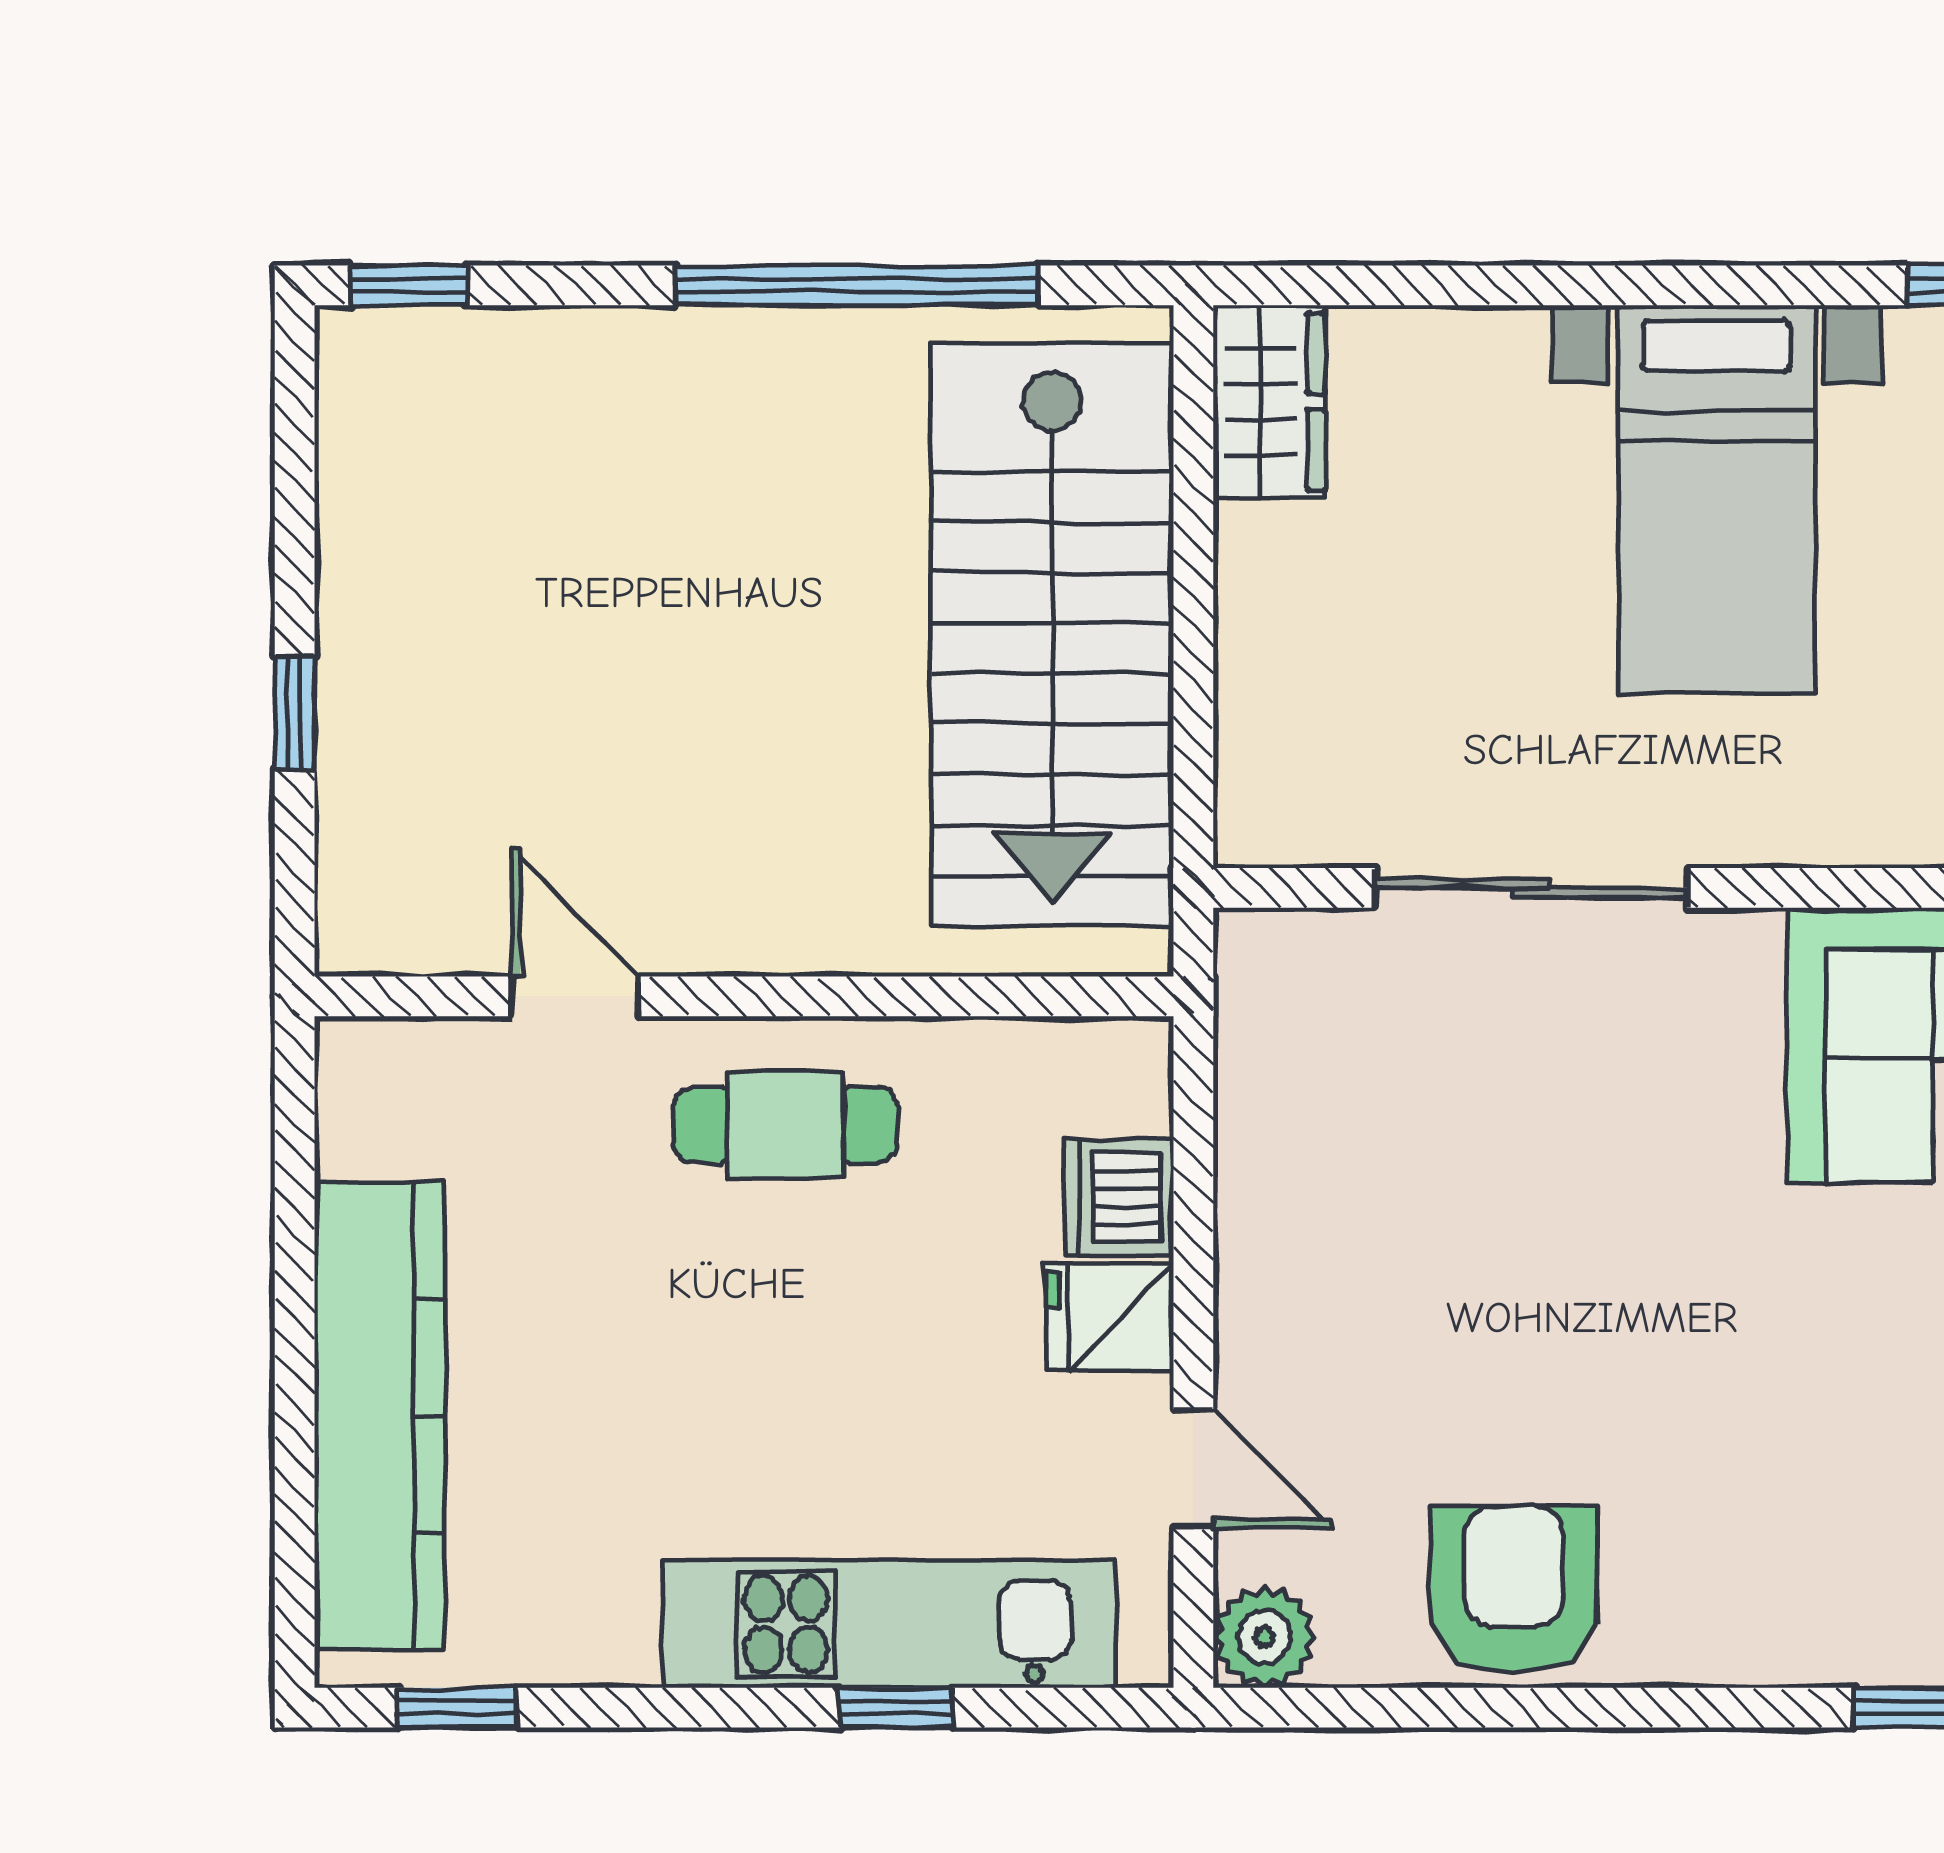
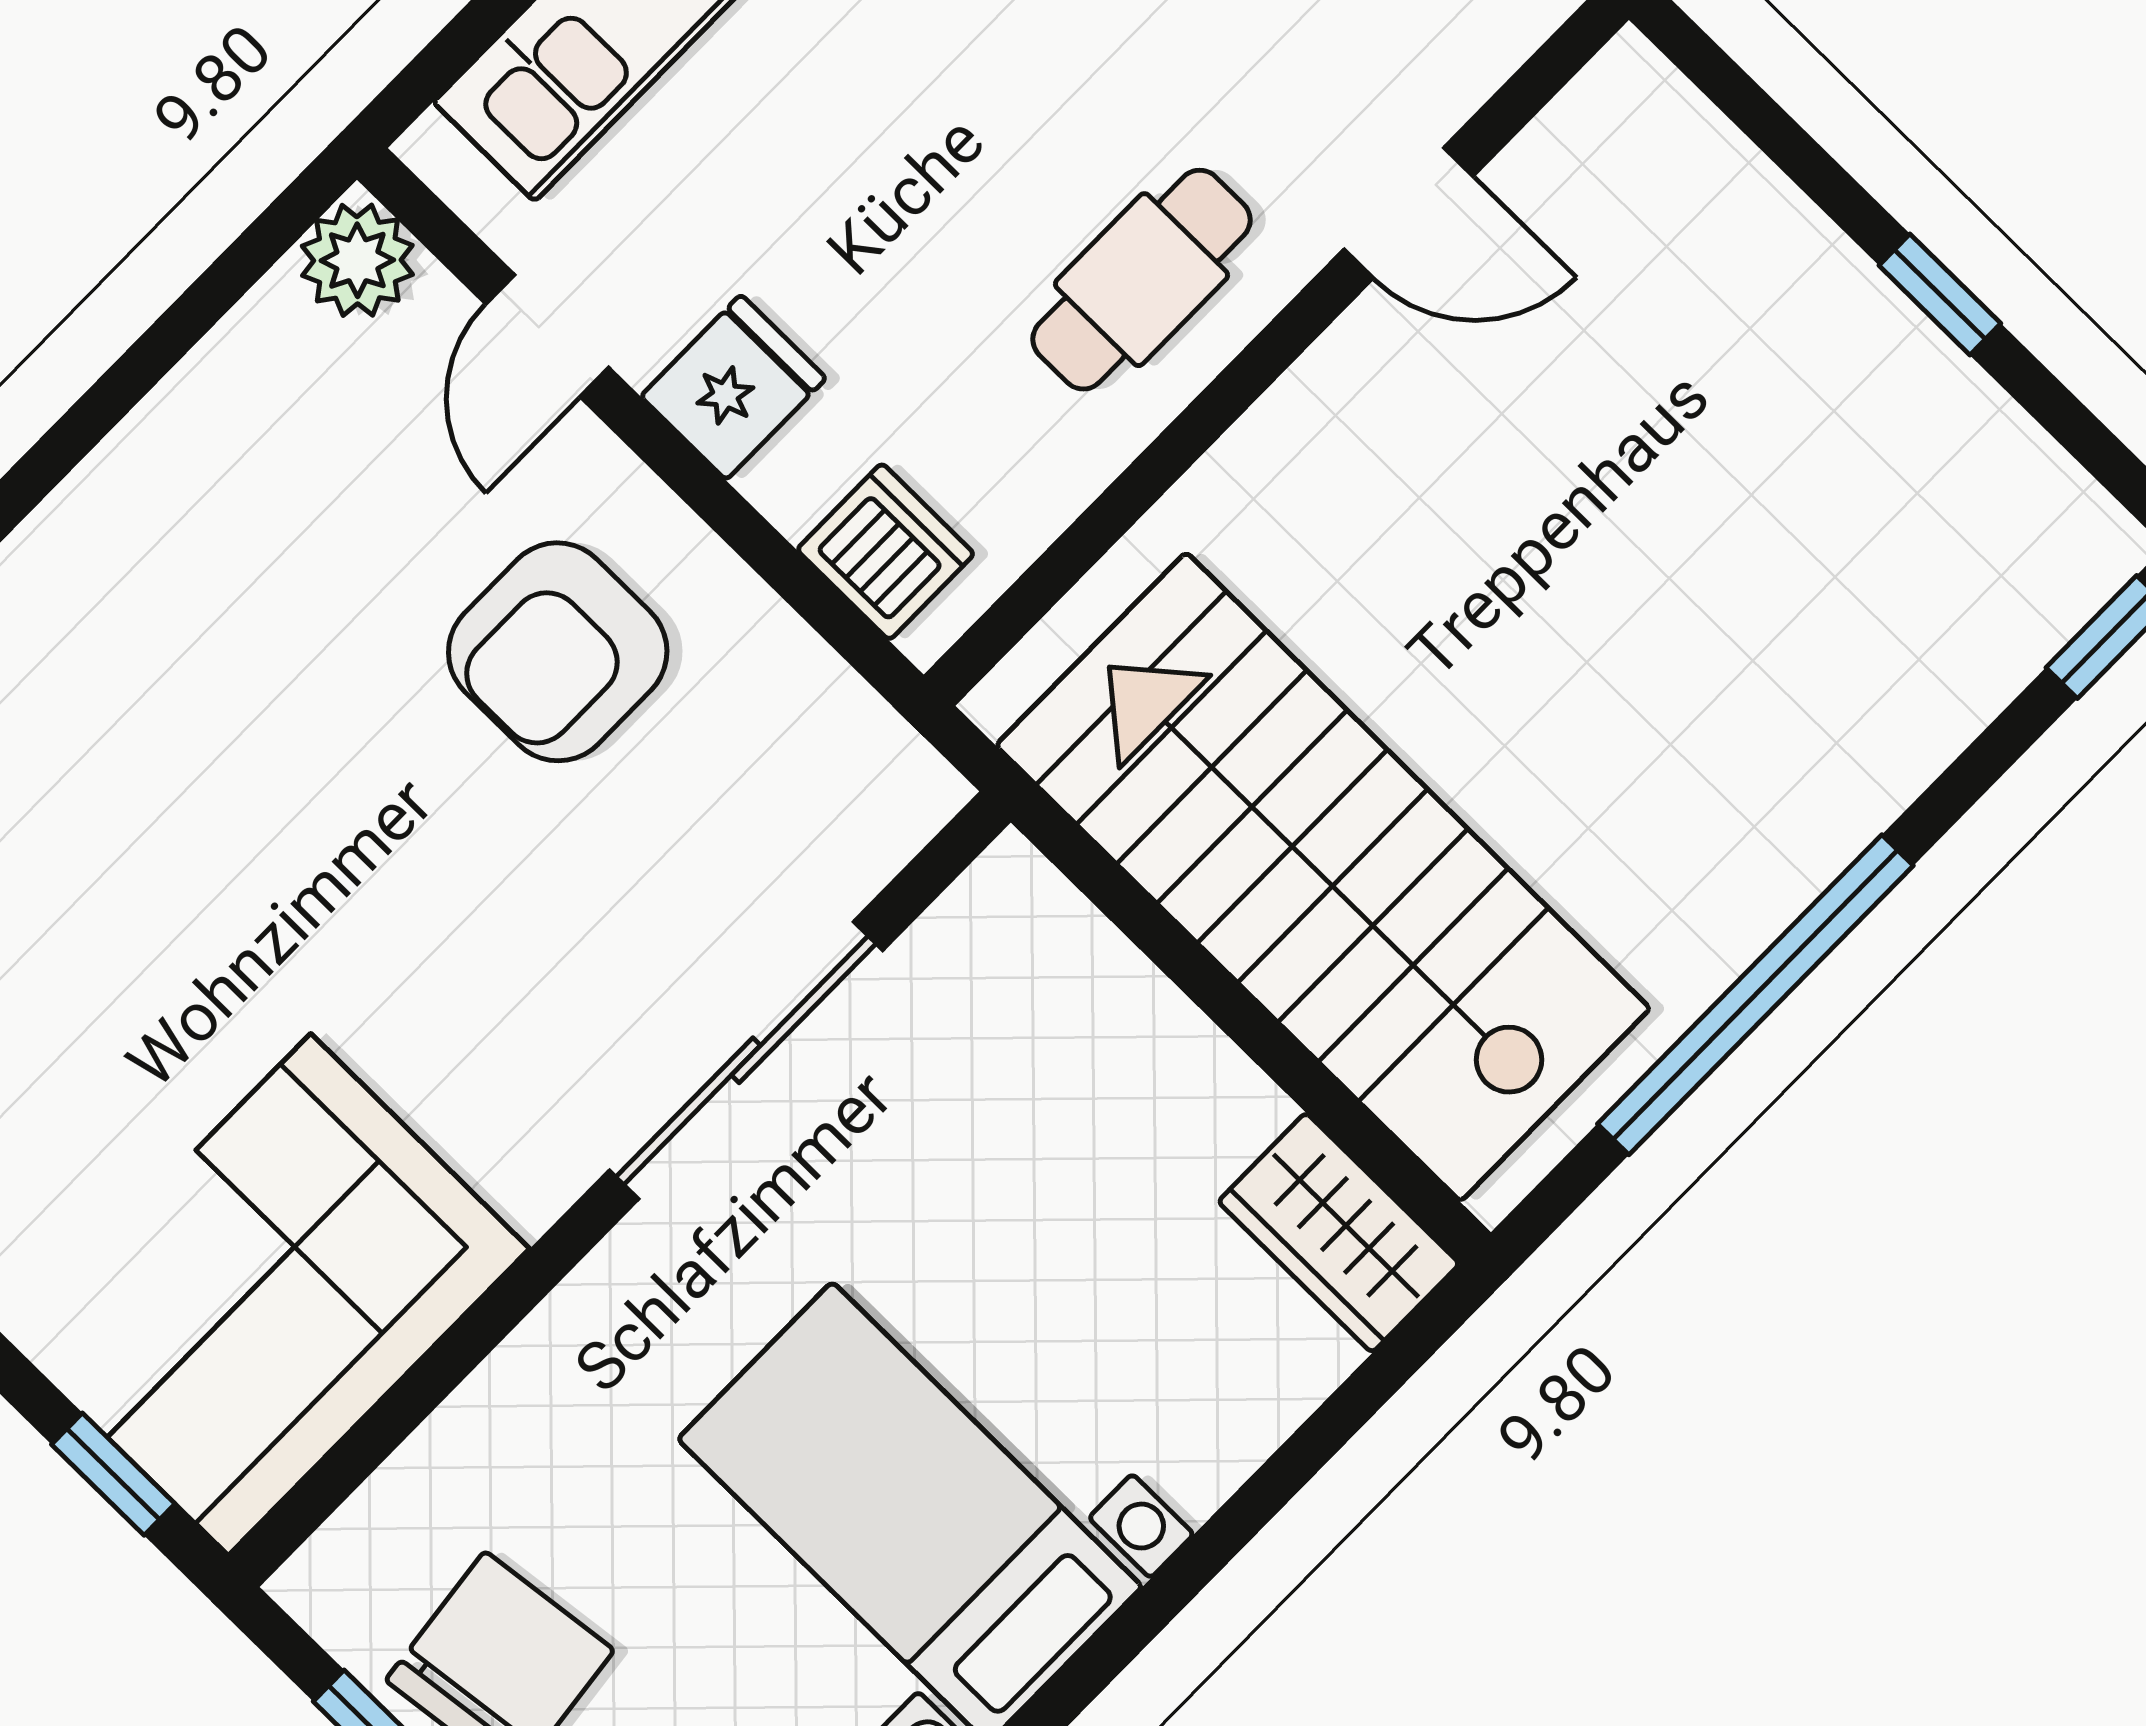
window: (295, 713) -> (1940, 294), moved
dishwasher: (1119, 1198) -> (886, 552), moved
door: (1193, 1468) -> (547, 336), hinge flipped
armchair: (1514, 1590) -> (558, 652), moved, turned 90

